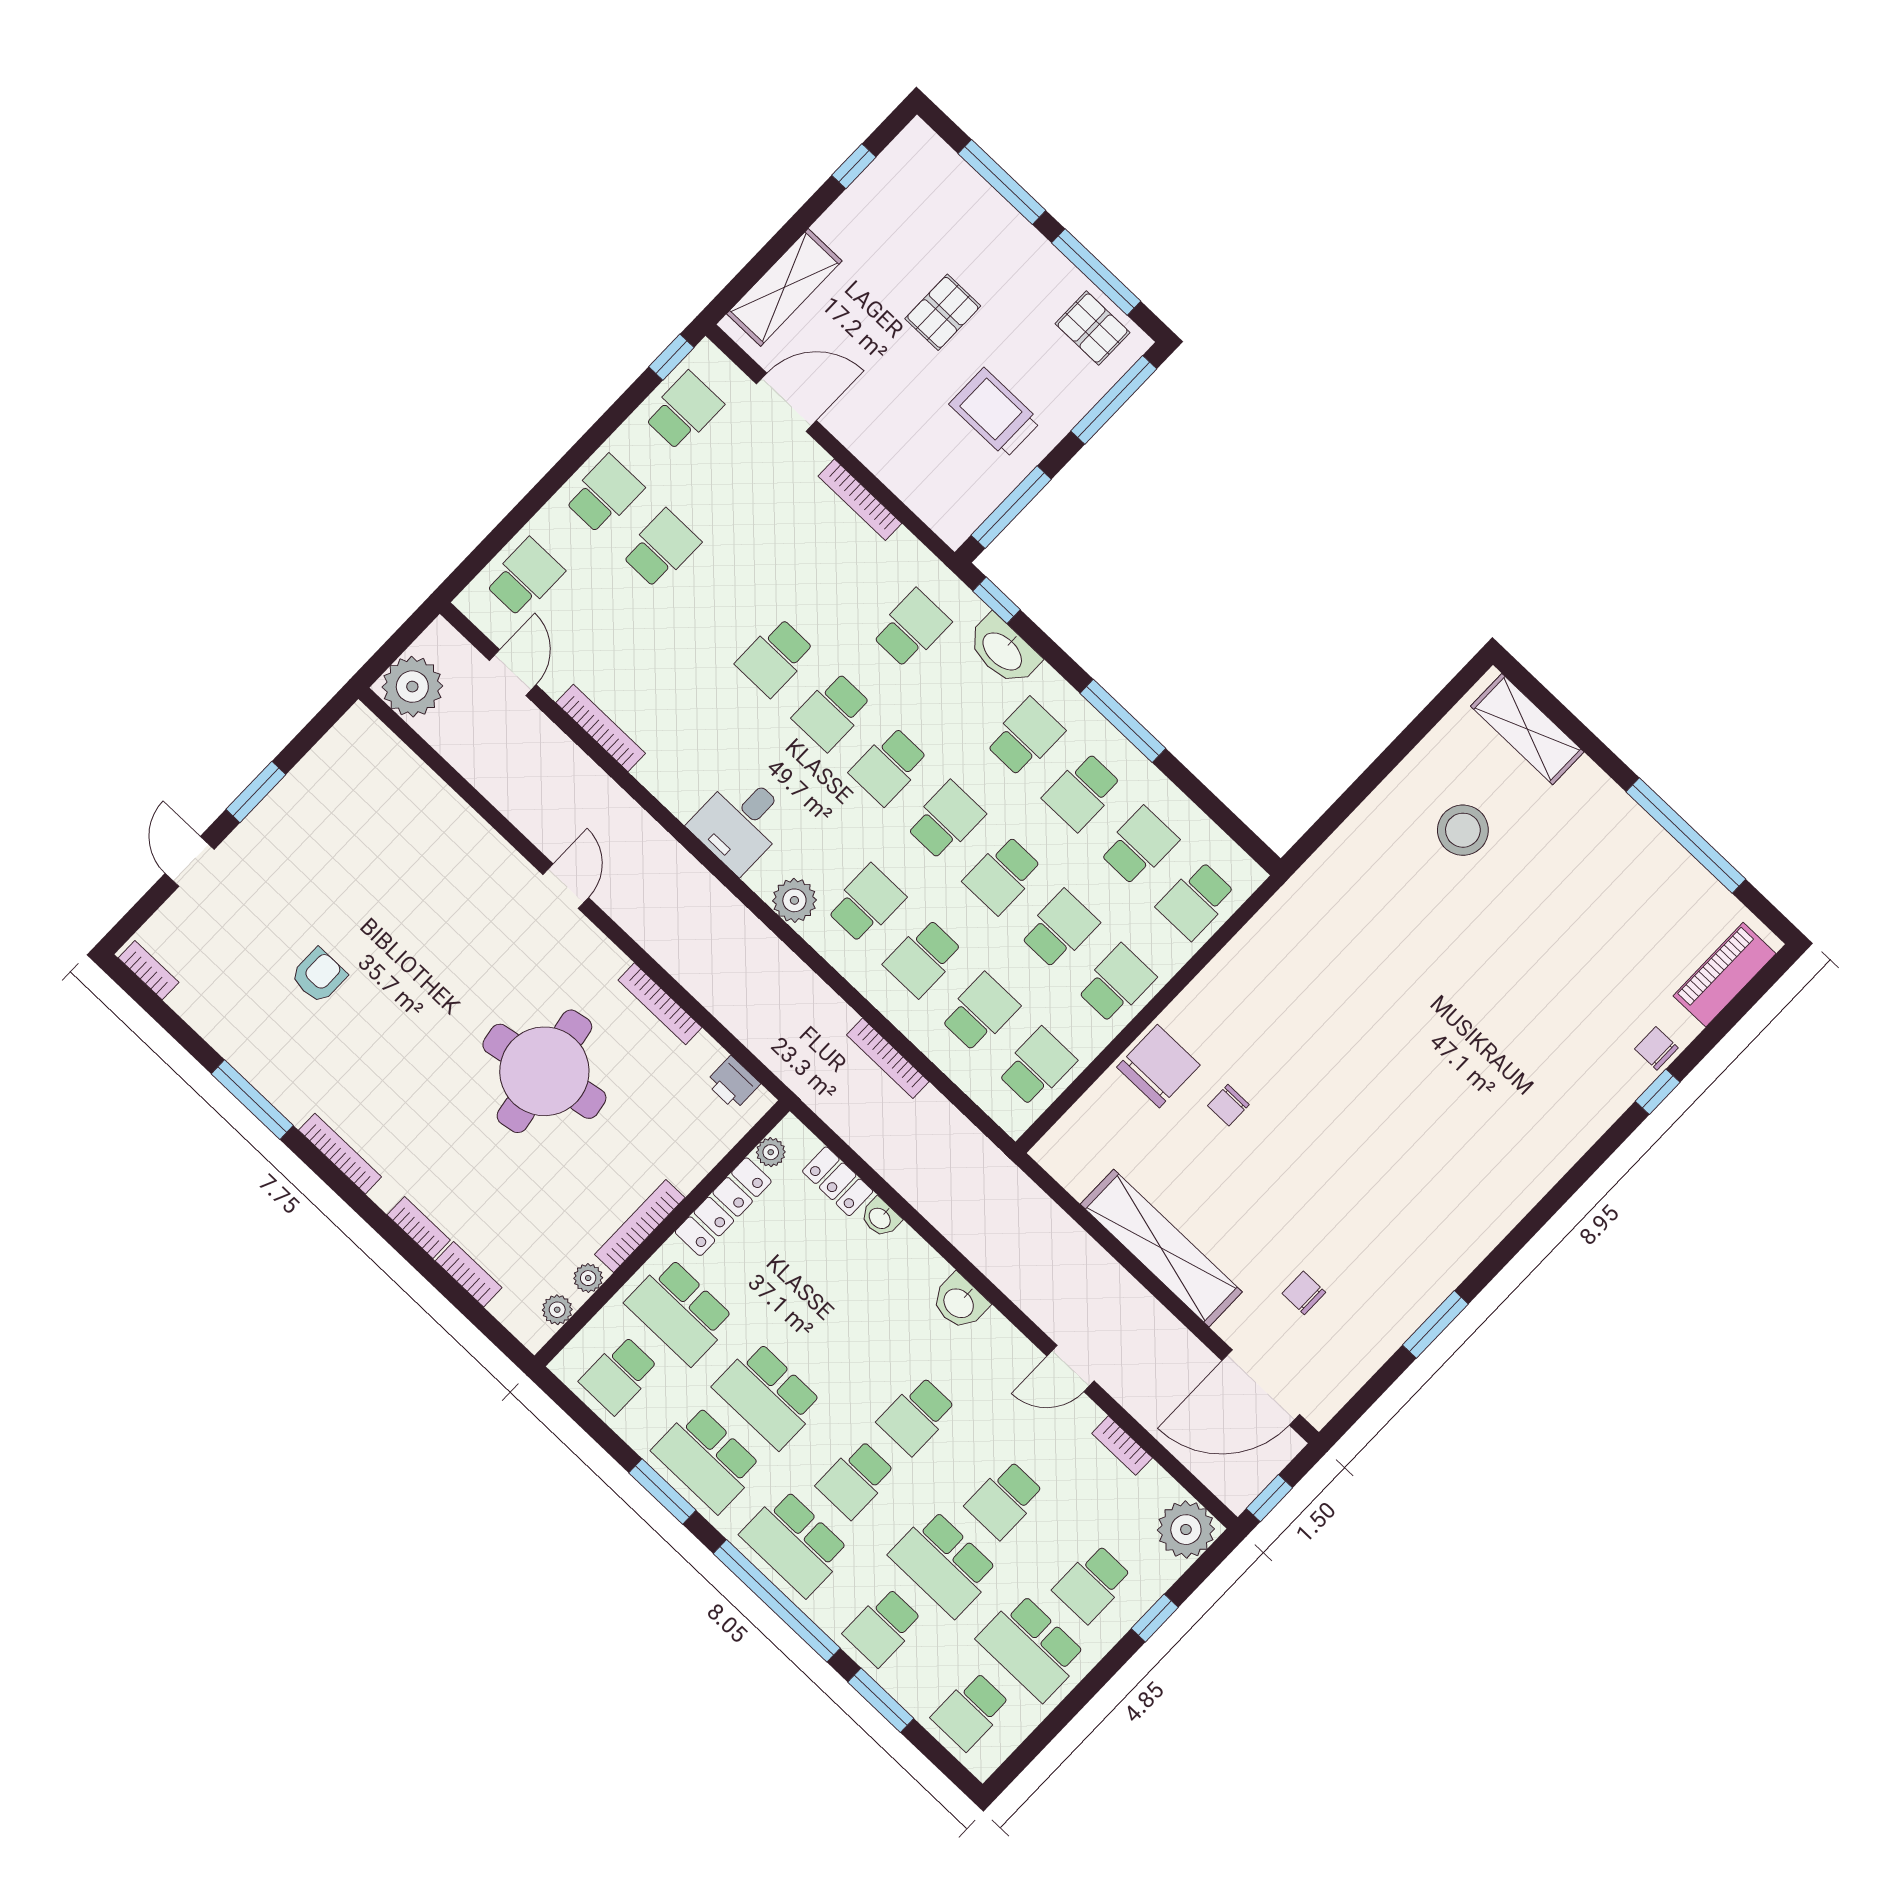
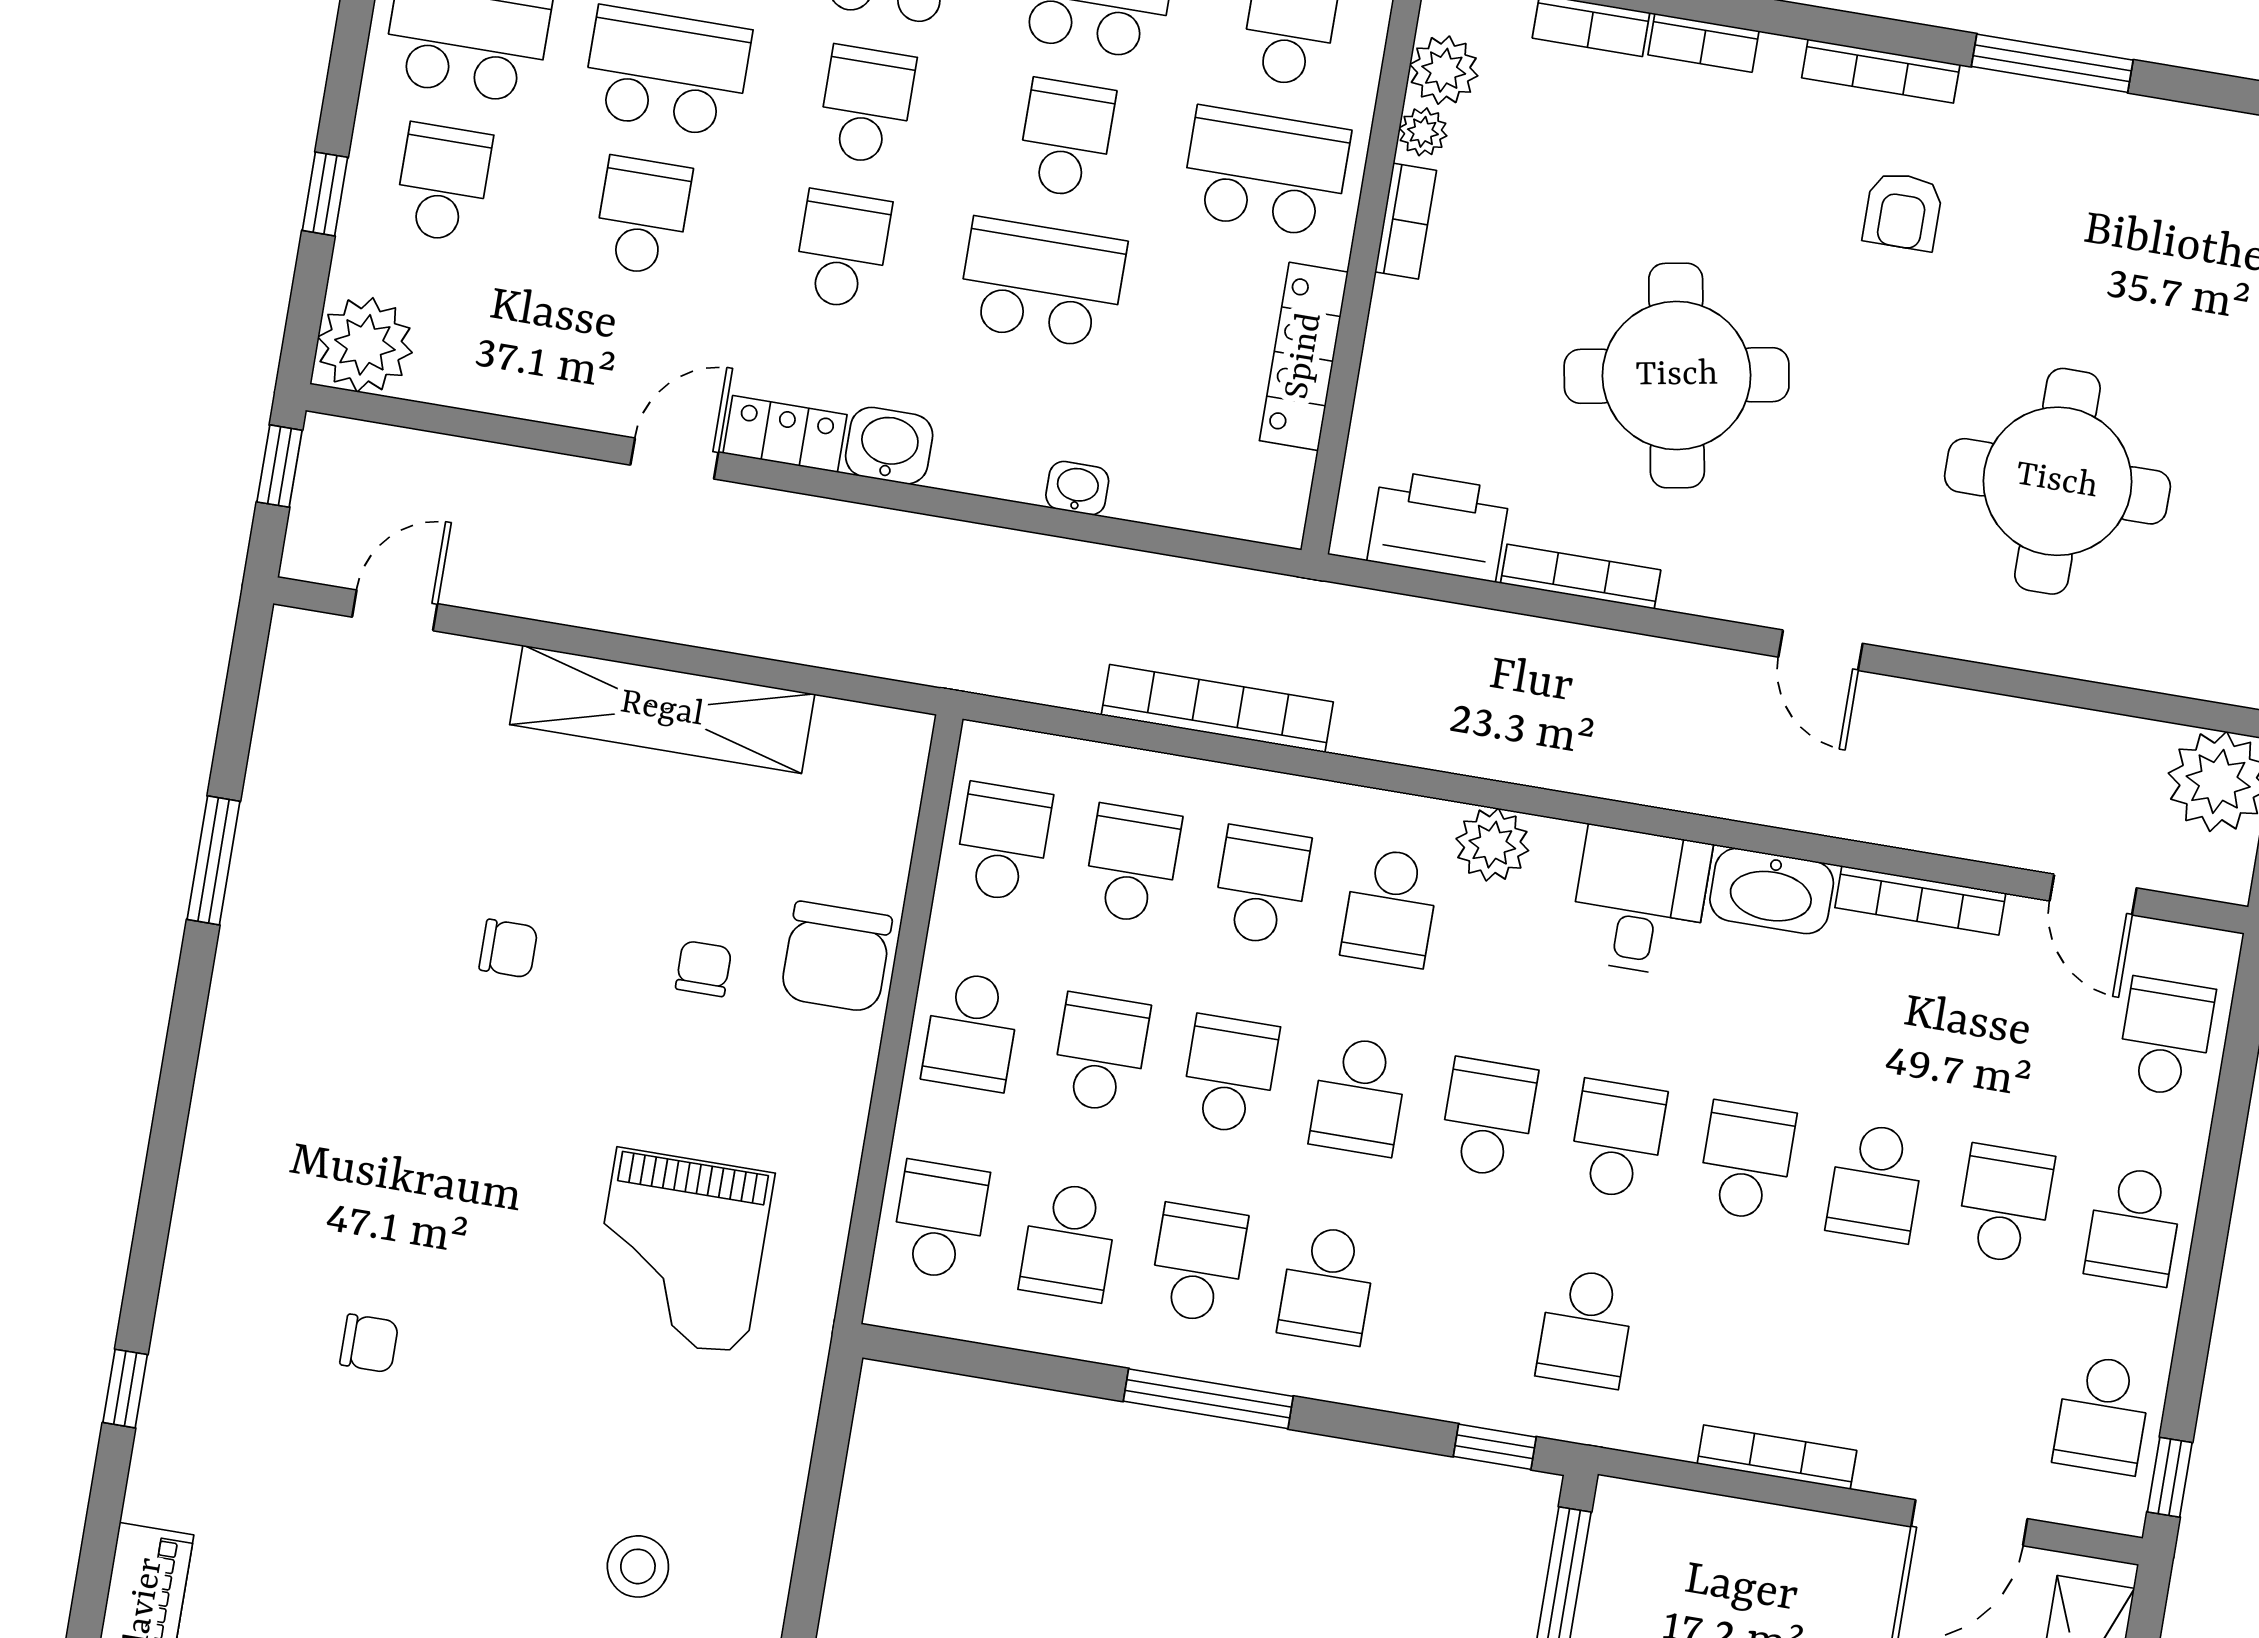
school desk: (661, 549) -> (2005, 1204), turned 180
school desk: (525, 577) -> (2166, 1037), turned 180
school desk: (718, 603) -> (1876, 1183), added
washbasin: (1003, 650) -> (1772, 891), moved, turned 180
stool: (1463, 830) -> (638, 1566), width x0.73, depth x0.73
round table: (391, 890) -> (2057, 481), added
school desk: (1060, 929) -> (1100, 1053), turned 180
grand piano: (1335, 972) -> (681, 1251), added
armchair: (319, 976) -> (1903, 211), moved
school desk: (980, 1012) -> (1132, 864), turned 180
chair: (1656, 1048) -> (369, 1343), moved
bookcase: (888, 1058) -> (1217, 709), width x1.48, depth x1.31
school desk: (1037, 1067) -> (1003, 842), turned 180
printer: (733, 1083) -> (1439, 526), width x1.87, depth x1.48
plant: (771, 1152) -> (1289, 476), removed
locker: (838, 1181) -> (785, 434), moved
bookcase: (640, 1226) -> (1406, 221), width x0.64
chair: (1304, 1293) -> (508, 949), moved
plant: (557, 1310) -> (1444, 70), width x1.38, depth x1.38
school desk: (829, 1332) -> (1042, 283), added
door: (1261, 1388) -> (395, 610), width x0.53
school desk: (768, 1395) -> (1066, 138), width x0.54
bookcase: (1122, 1446) -> (531, 401), removed

